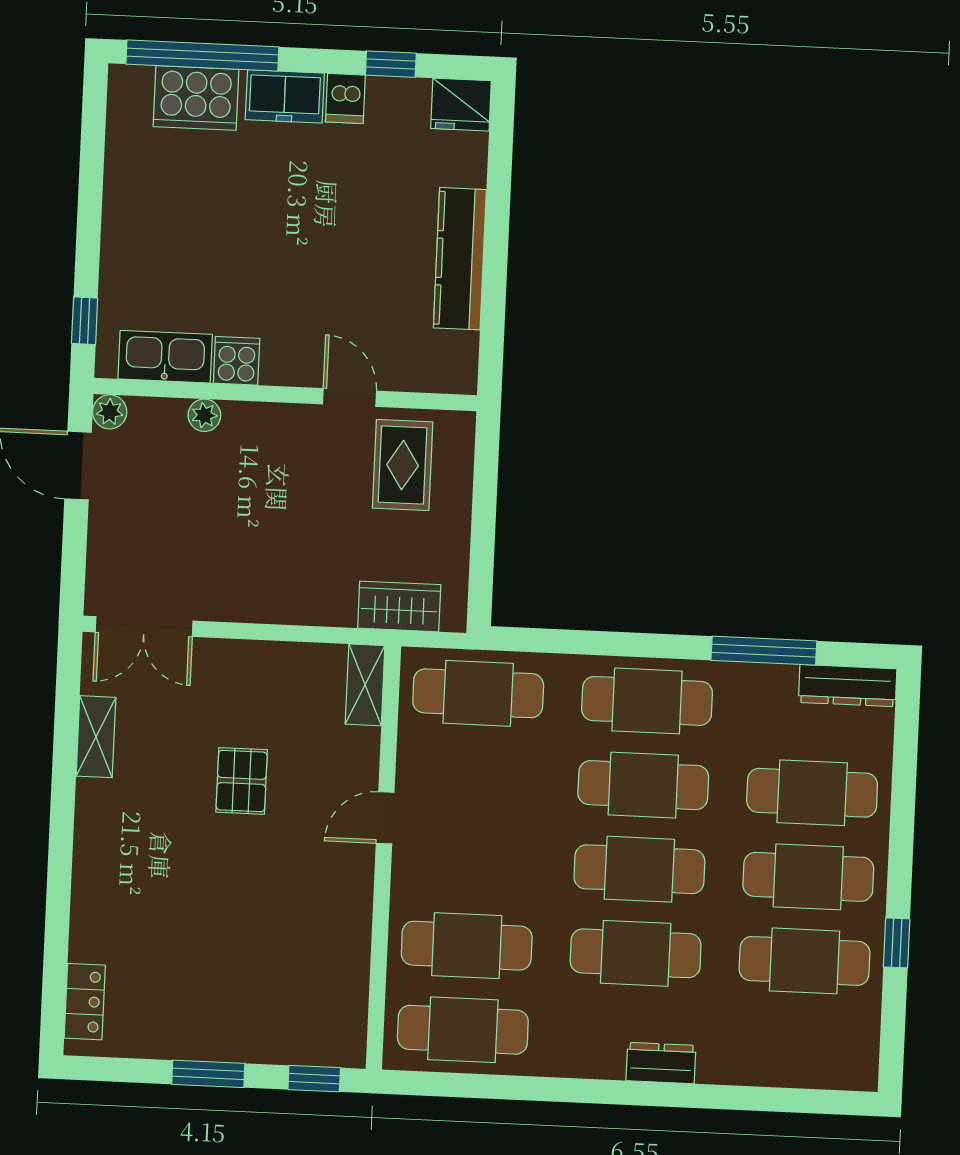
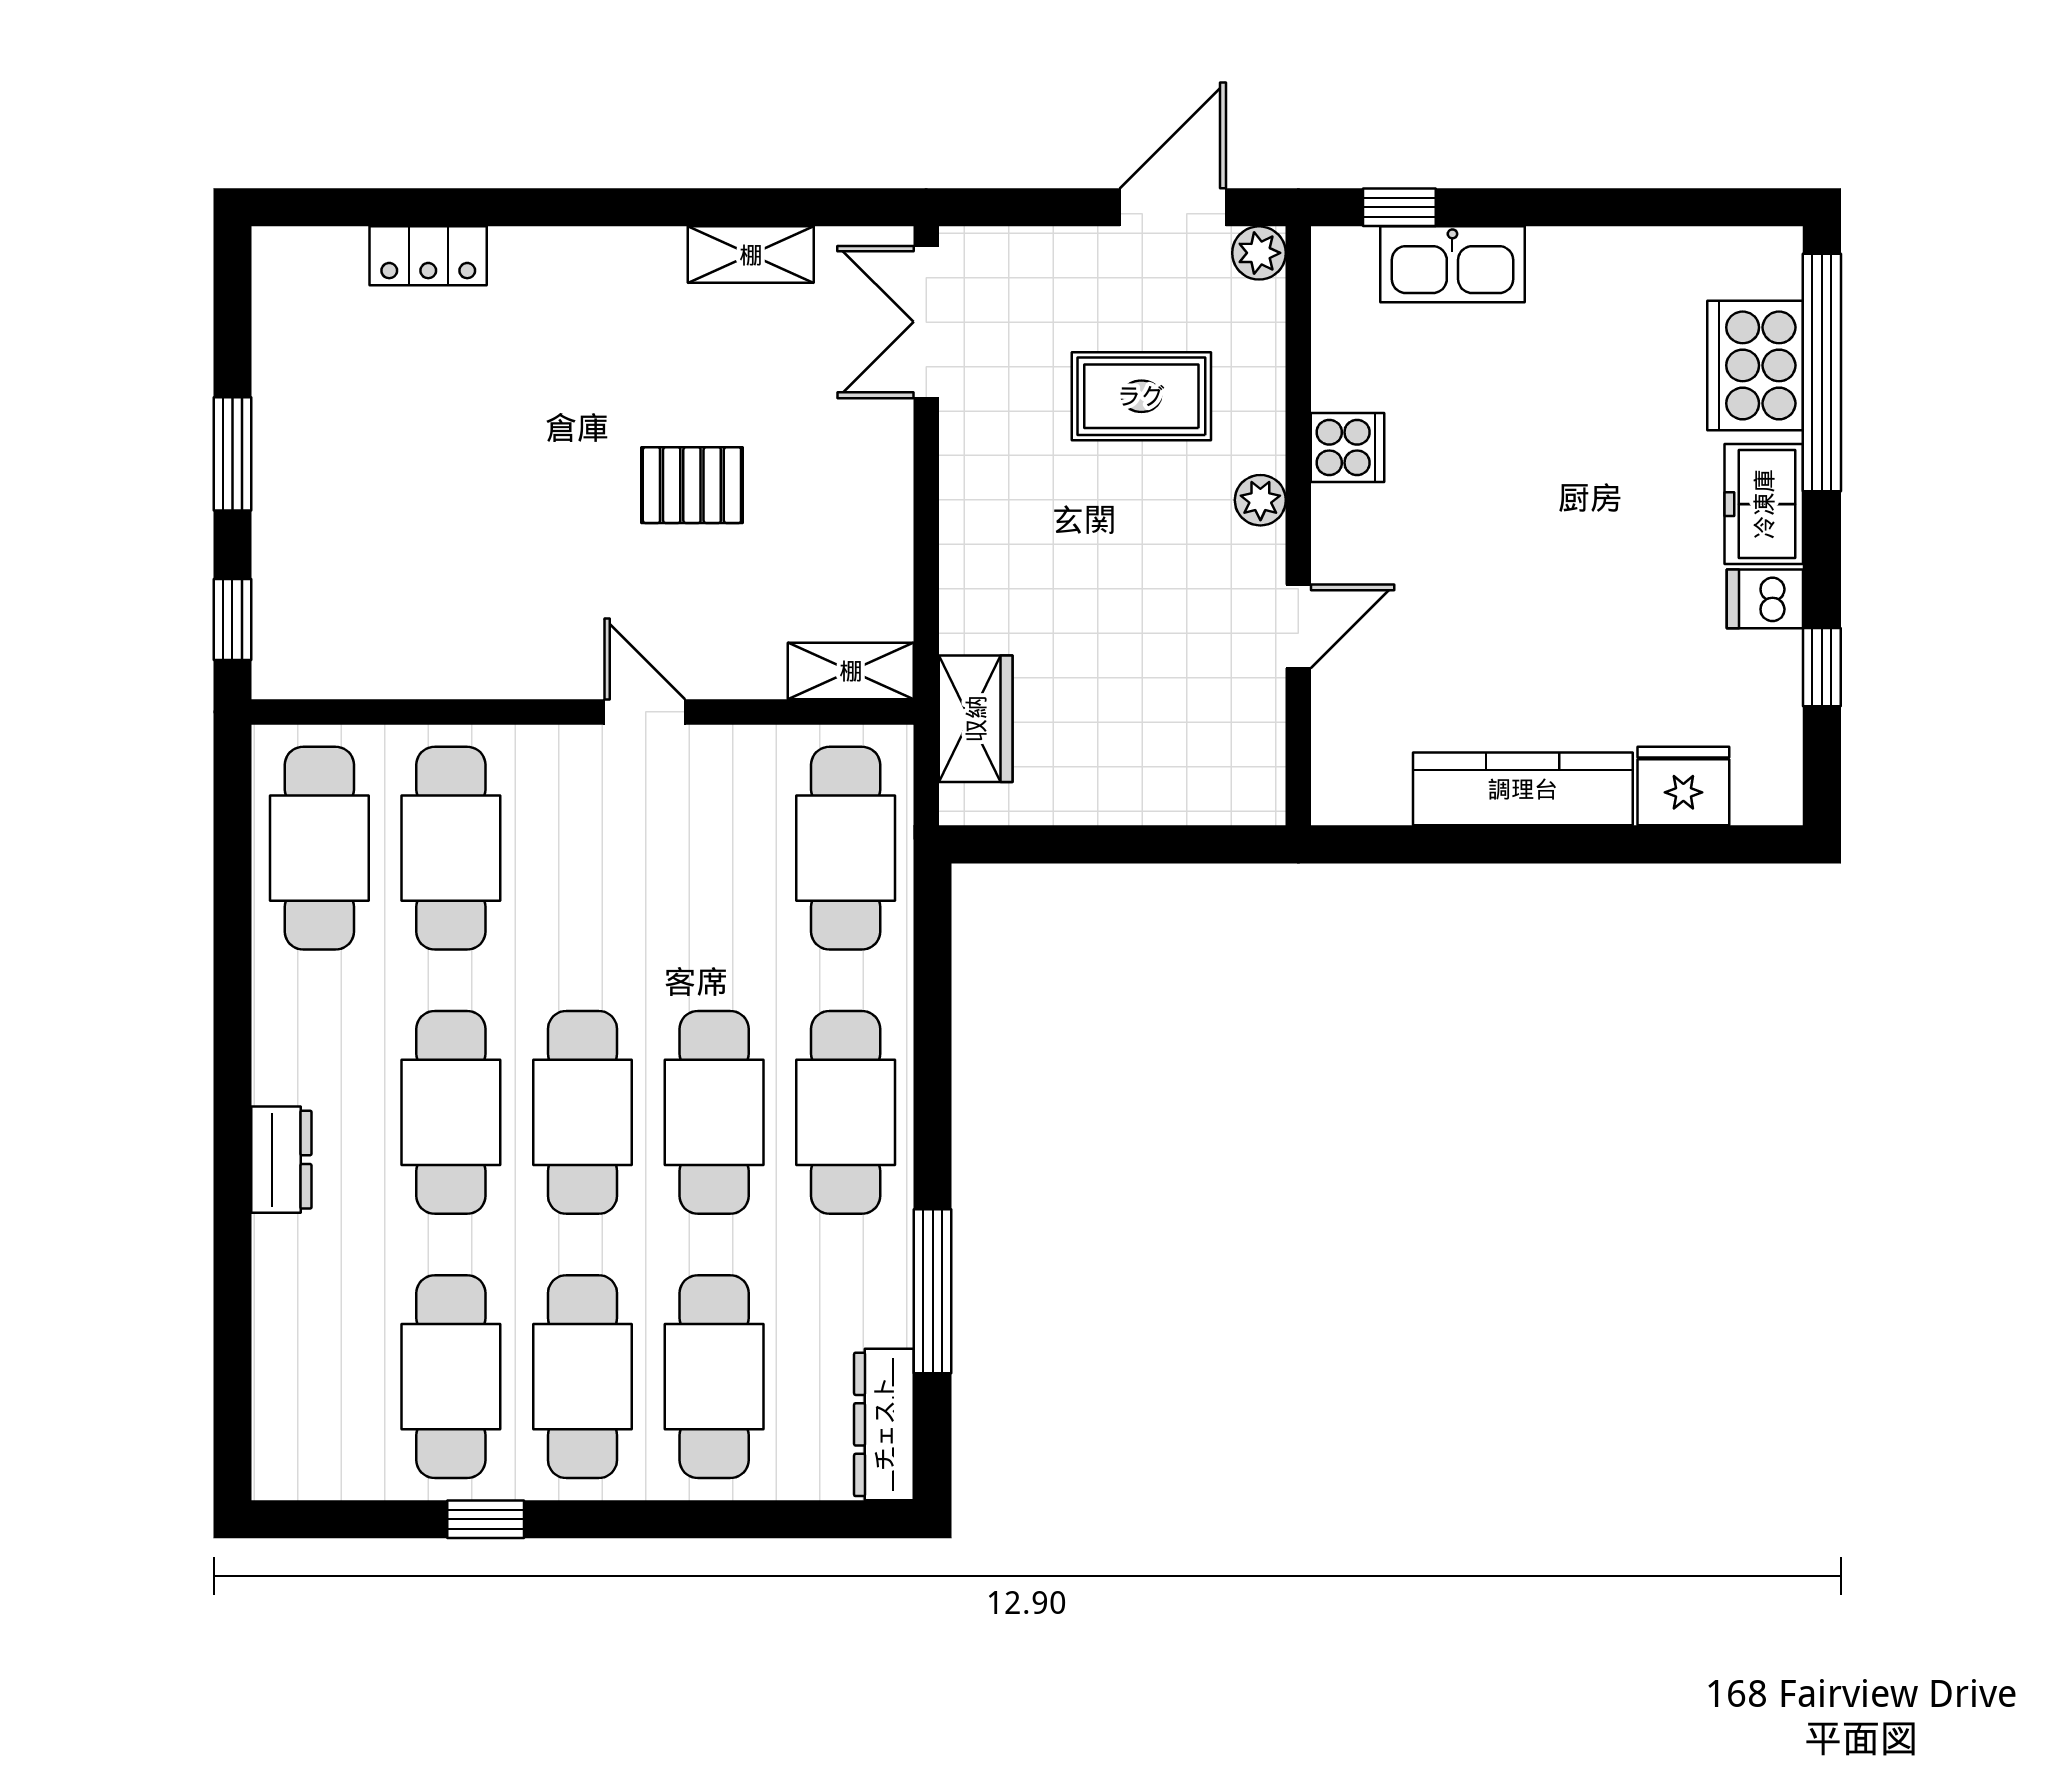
fridge: (461, 105) -> (1683, 786), moved, turned 90
kitchen sink: (165, 357) -> (1452, 264), moved, turned 90
plant: (204, 415) -> (1260, 500), moved
rug: (403, 465) -> (1141, 396), moved
locker: (85, 1002) -> (428, 256), moved

